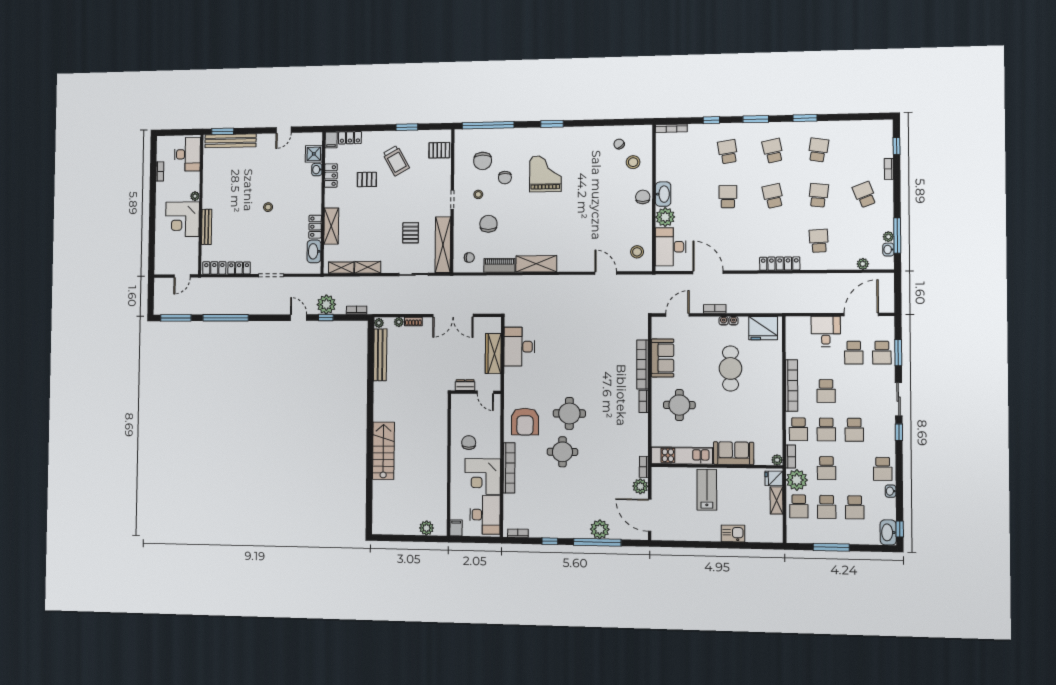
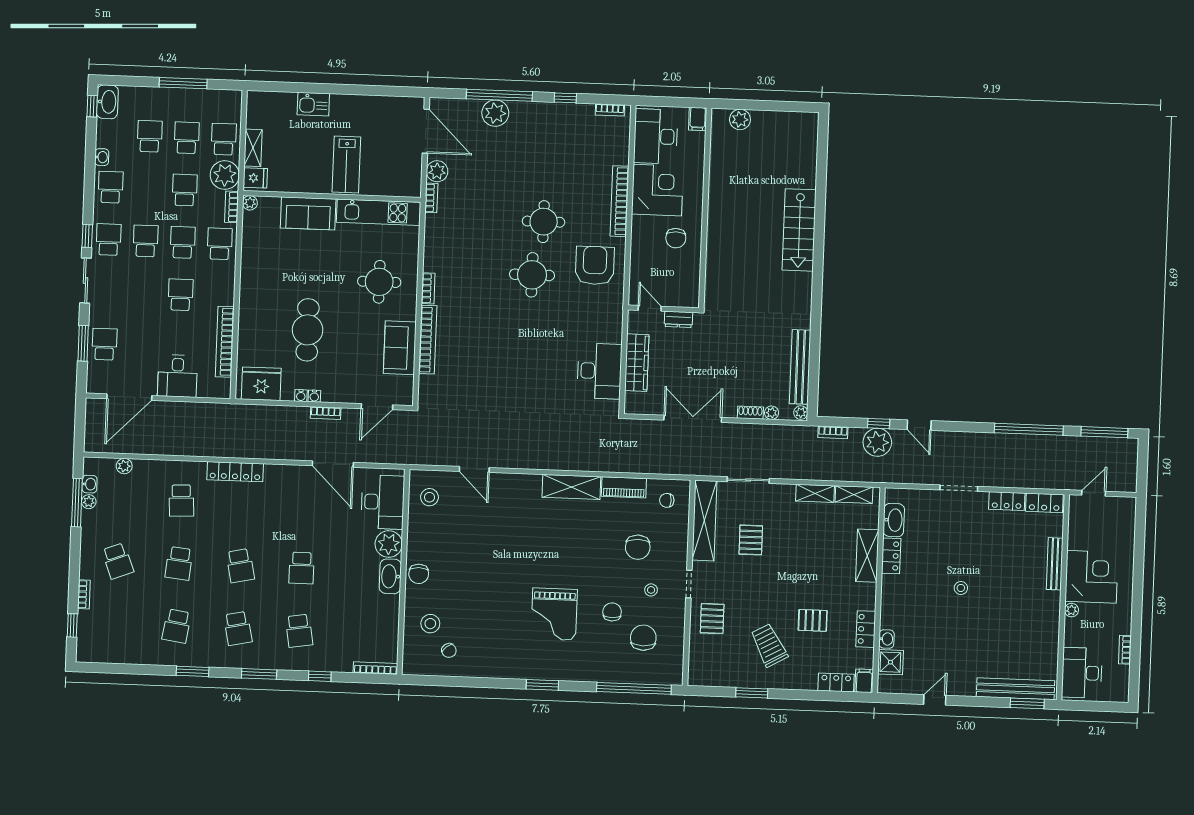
pallet: (439, 150) -> (712, 619), moved, turned 90
school desk: (854, 353) -> (109, 240), moved
bookcase: (792, 385) -> (225, 342), moved

